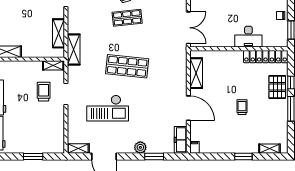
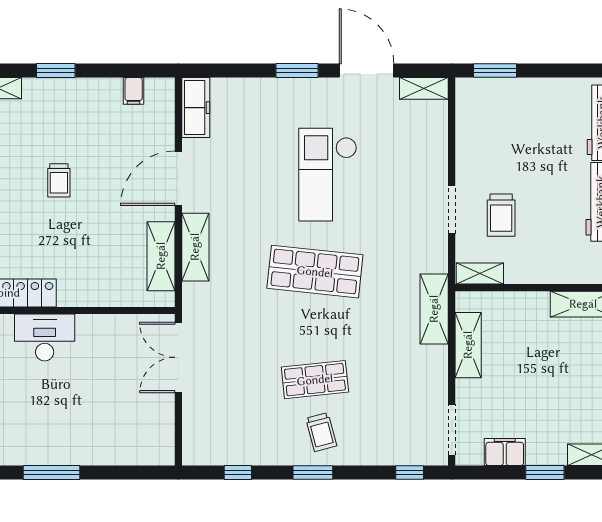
shelving: (181, 77) -> (195, 247), added
checkout: (108, 108) -> (328, 175), moved, turned -90
door: (188, 108) -> (178, 178), hinge flipped
plant: (140, 147) -> (285, 91), removed
filing cabinet: (194, 147) -> (134, 91), moved
window: (33, 156) -> (495, 71), moved
window: (154, 156) -> (297, 71), moved

